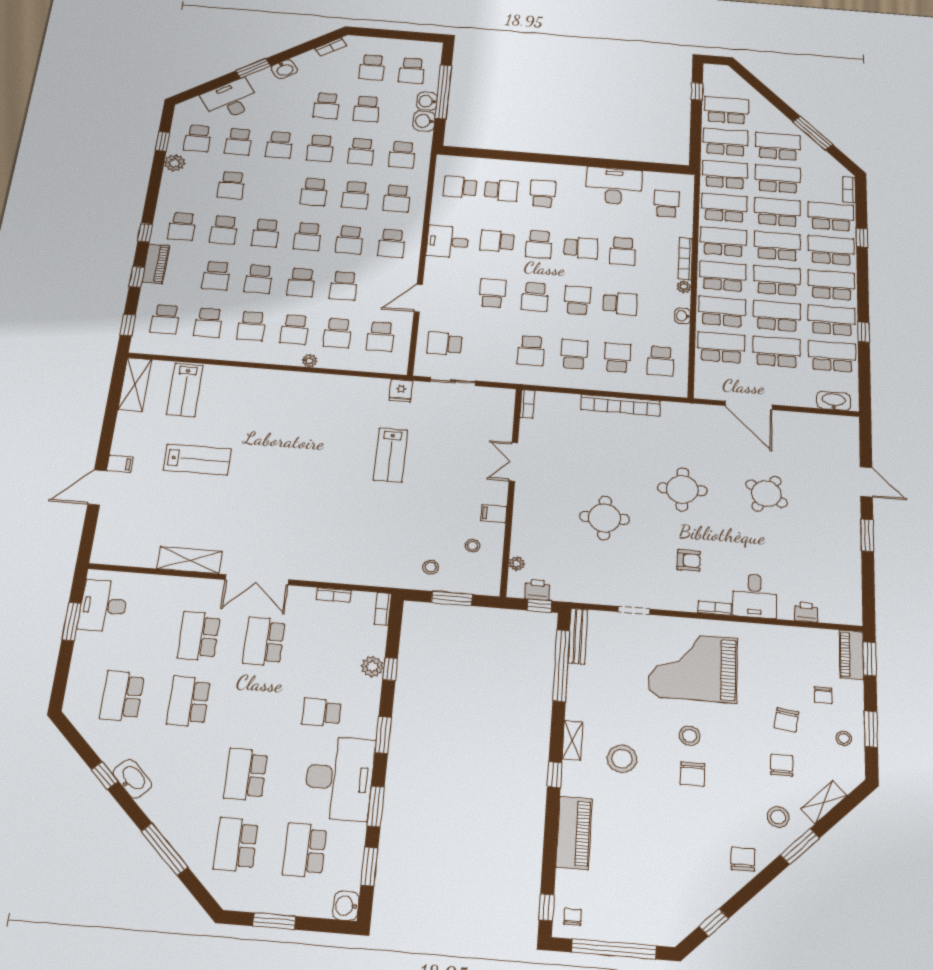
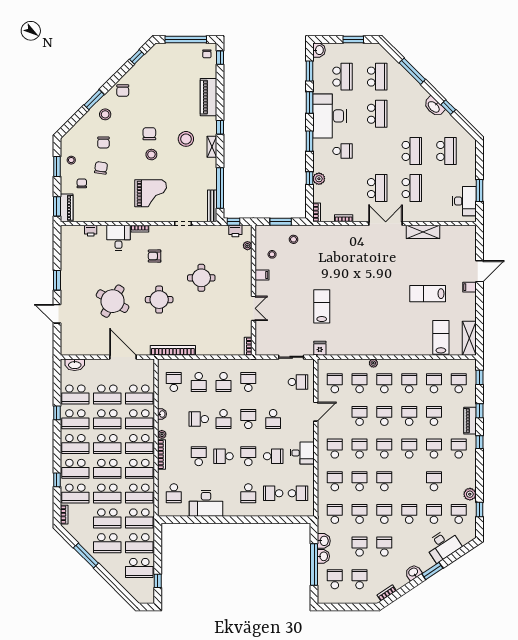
bookcase: (621, 405) -> (173, 350), moved
round table: (766, 494) -> (113, 301), width x1.36, depth x1.36
grand piano: (693, 667) -> (151, 193), width x0.73, depth x0.68
shelving: (824, 802) -> (82, 124), removed

